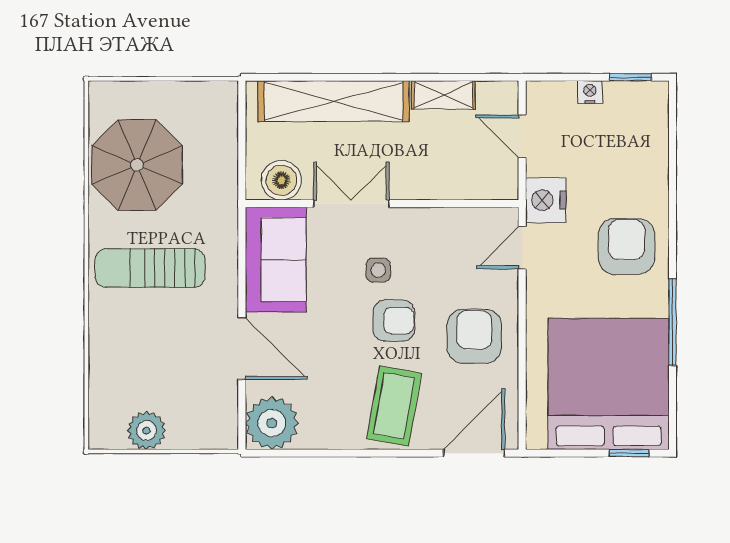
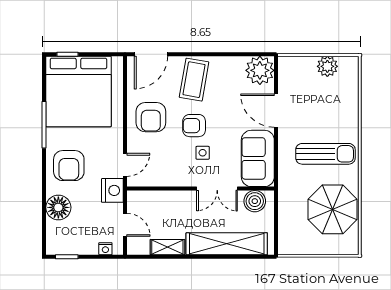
nightstand: (590, 92) -> (105, 249), moved
floor lamp: (646, 169) -> (58, 207), added

